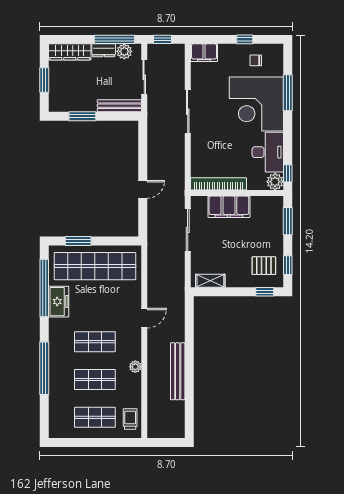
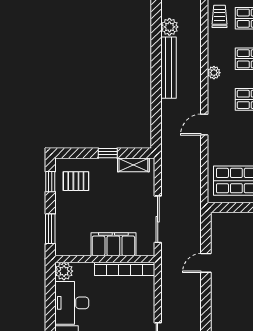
window: (288, 173) -> (50, 280), removed
window: (265, 292) -> (108, 153), moved
plant: (177, 409) -> (169, 27), added
trolley: (130, 419) -> (220, 16), turned 180

